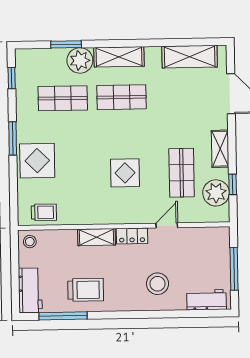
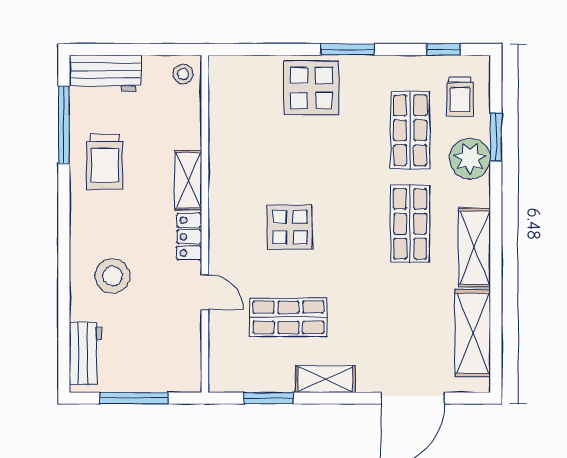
shelving: (119, 57) -> (474, 248), moved
window: (233, 184) -> (268, 398), width x1.50
plant: (216, 193) -> (255, 371), removed
trolley: (44, 212) -> (460, 97), moved

